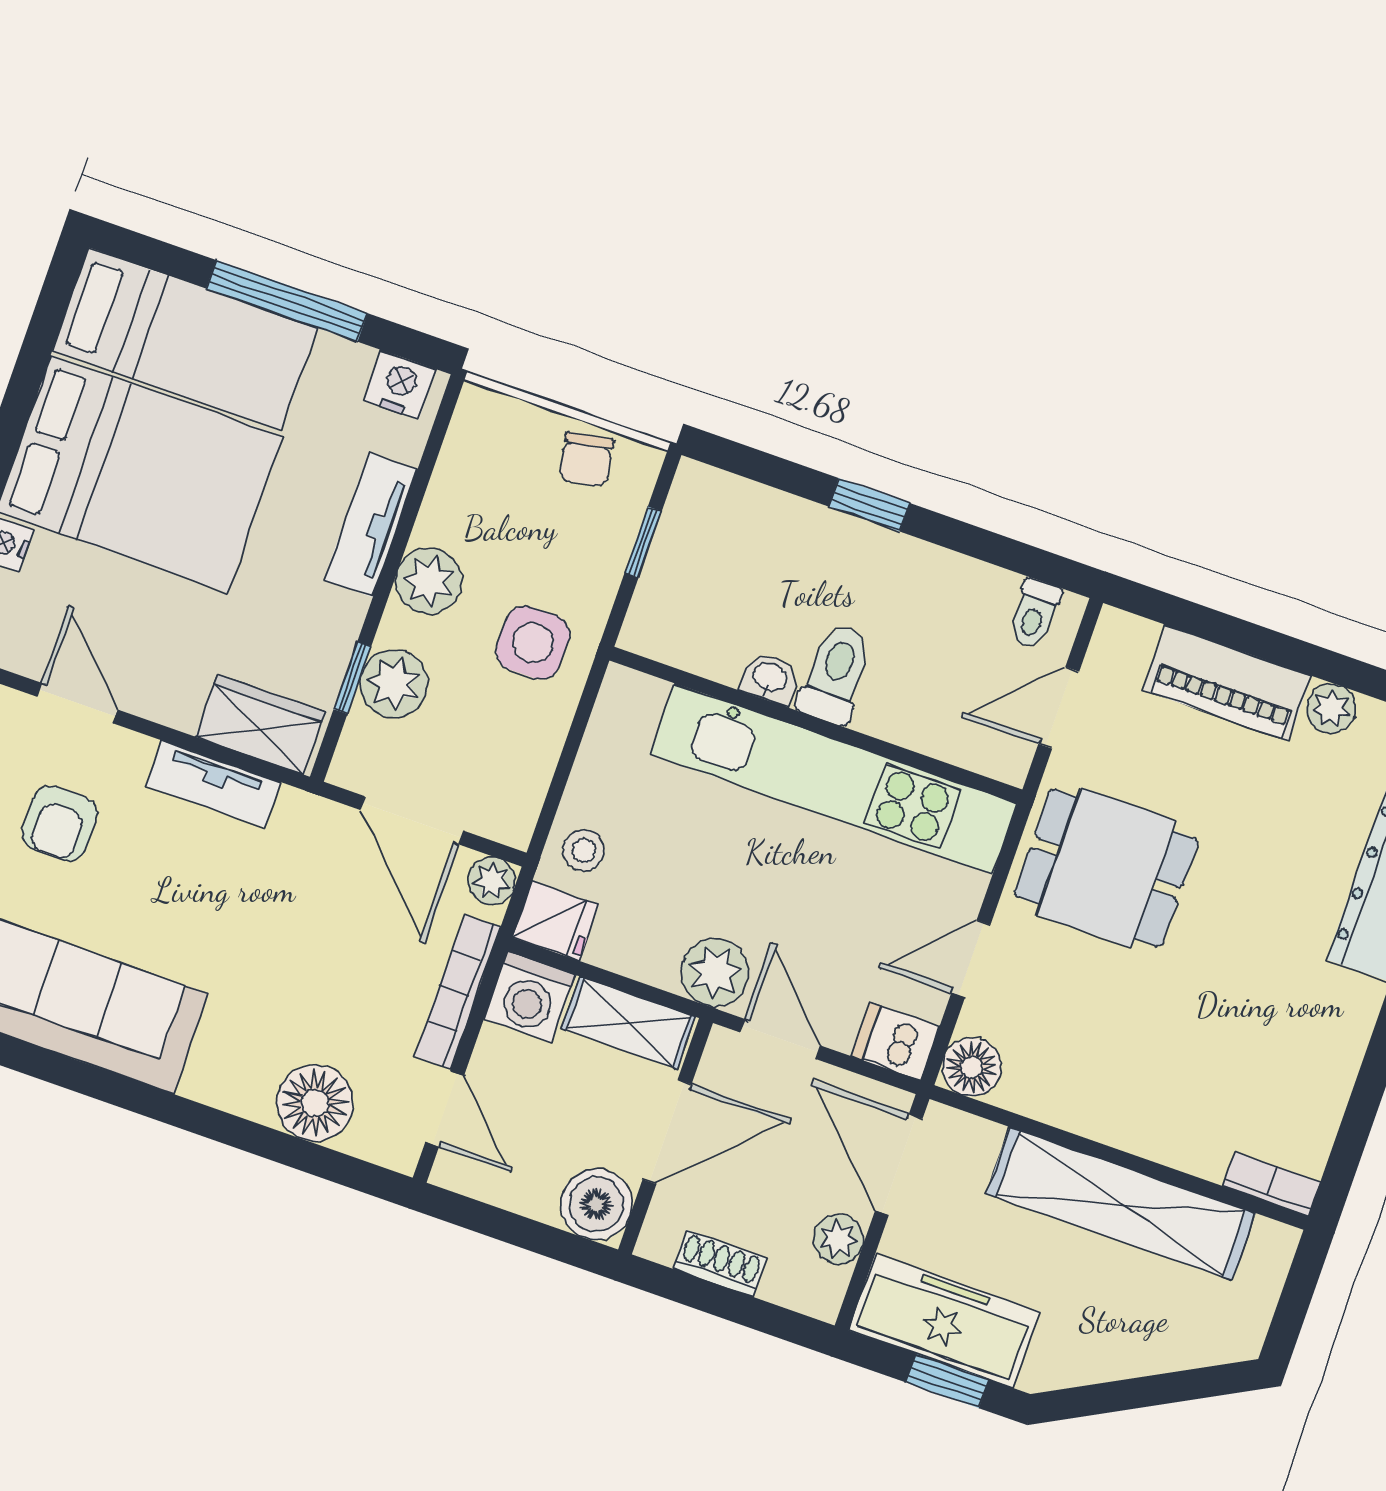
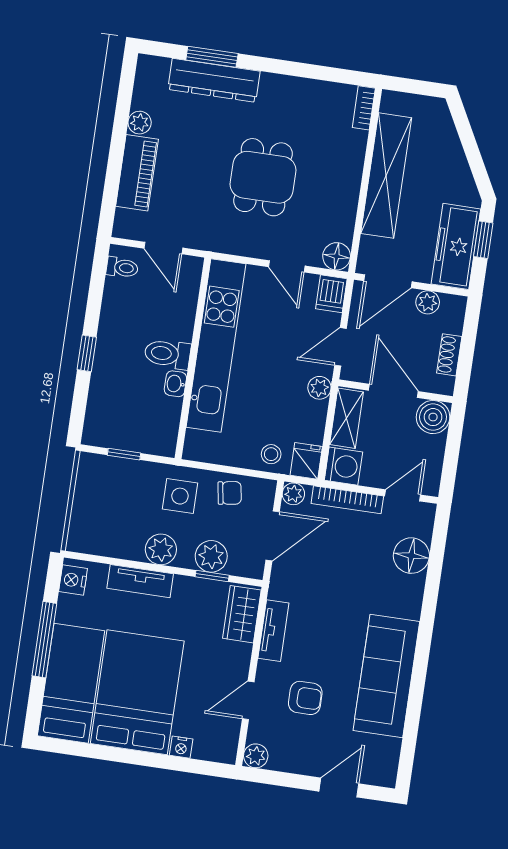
chair: (586, 459) -> (230, 493), moved
dining table: (1106, 868) -> (263, 177), moved
plant: (715, 973) -> (319, 388), width x0.73, depth x0.73

